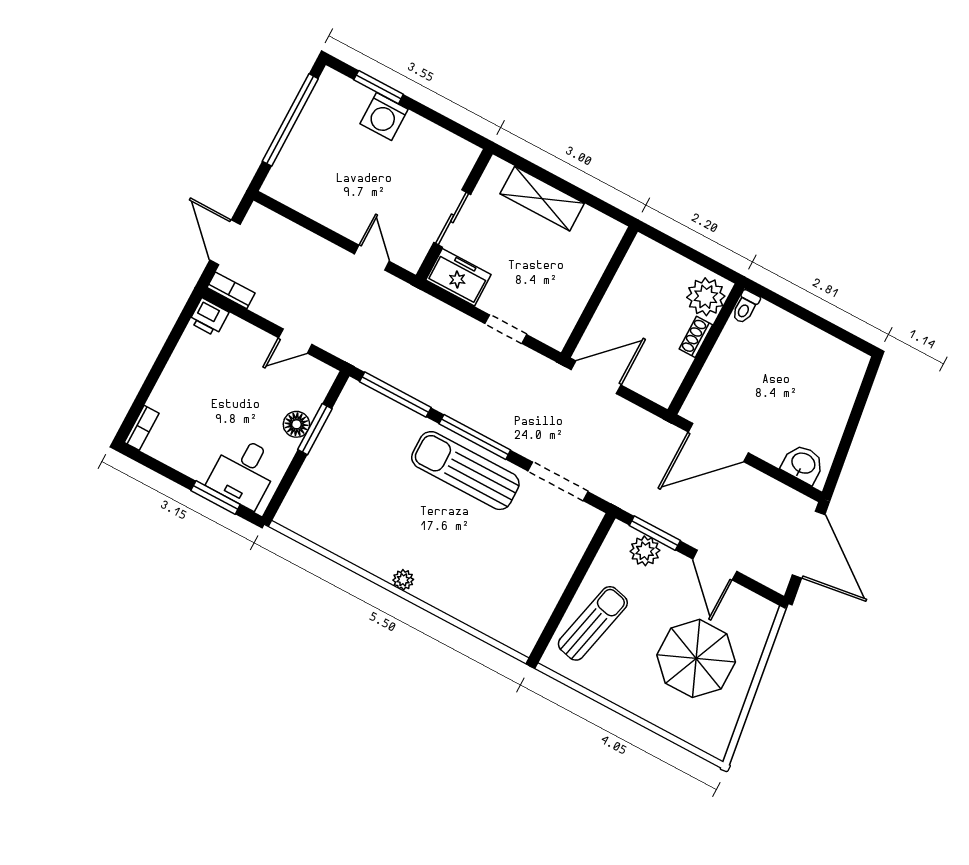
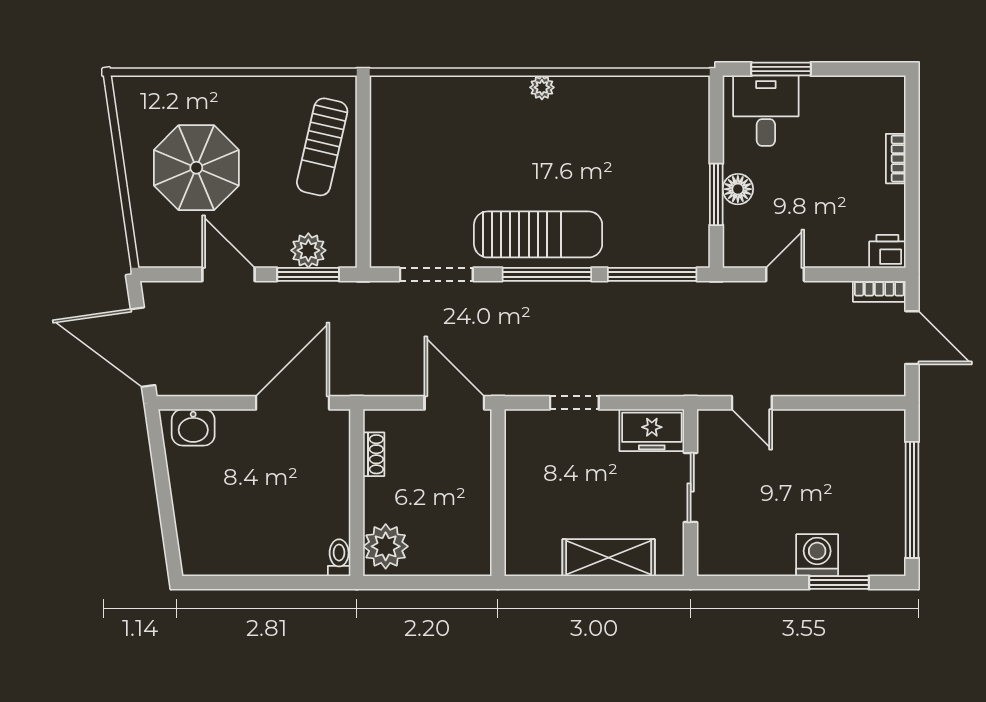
shoe rack: (696, 337) -> (374, 454), moved
door: (596, 377) -> (454, 403), swing flipped
bookcase: (142, 428) -> (896, 159), moved

